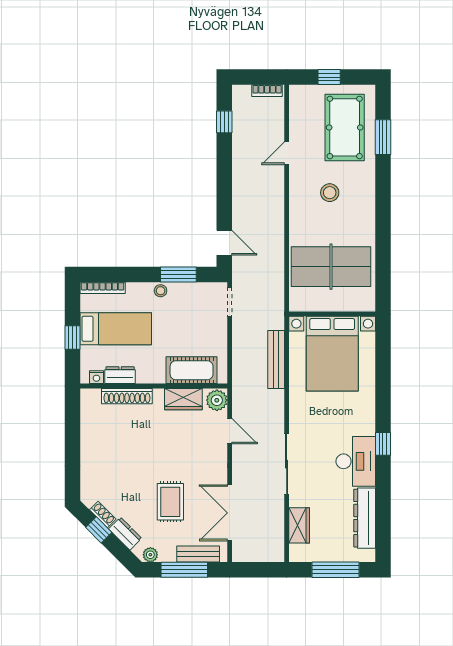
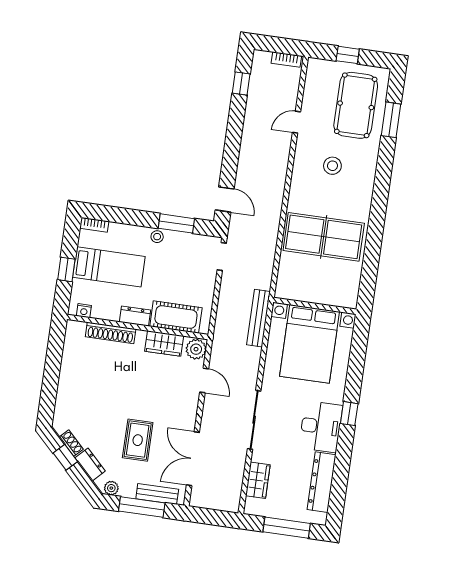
bookcase: (103, 288) -> (94, 225), width x0.64
wall: (332, 314) -> (315, 306), moved
bed with nightstands: (332, 354) -> (310, 344), moved
dresser: (120, 375) -> (135, 316), moved

